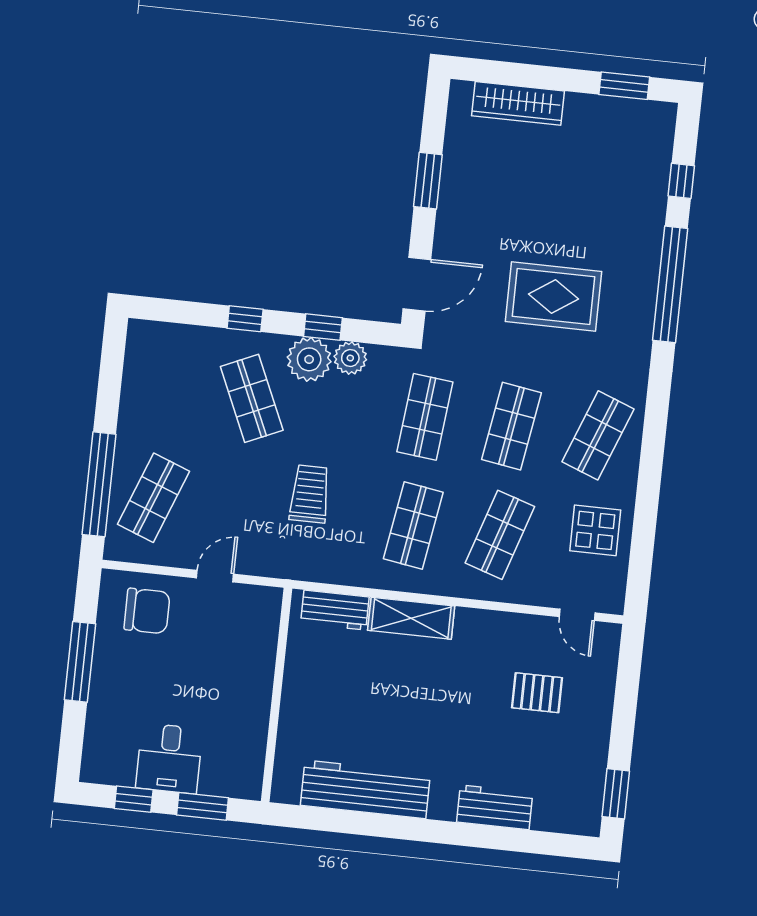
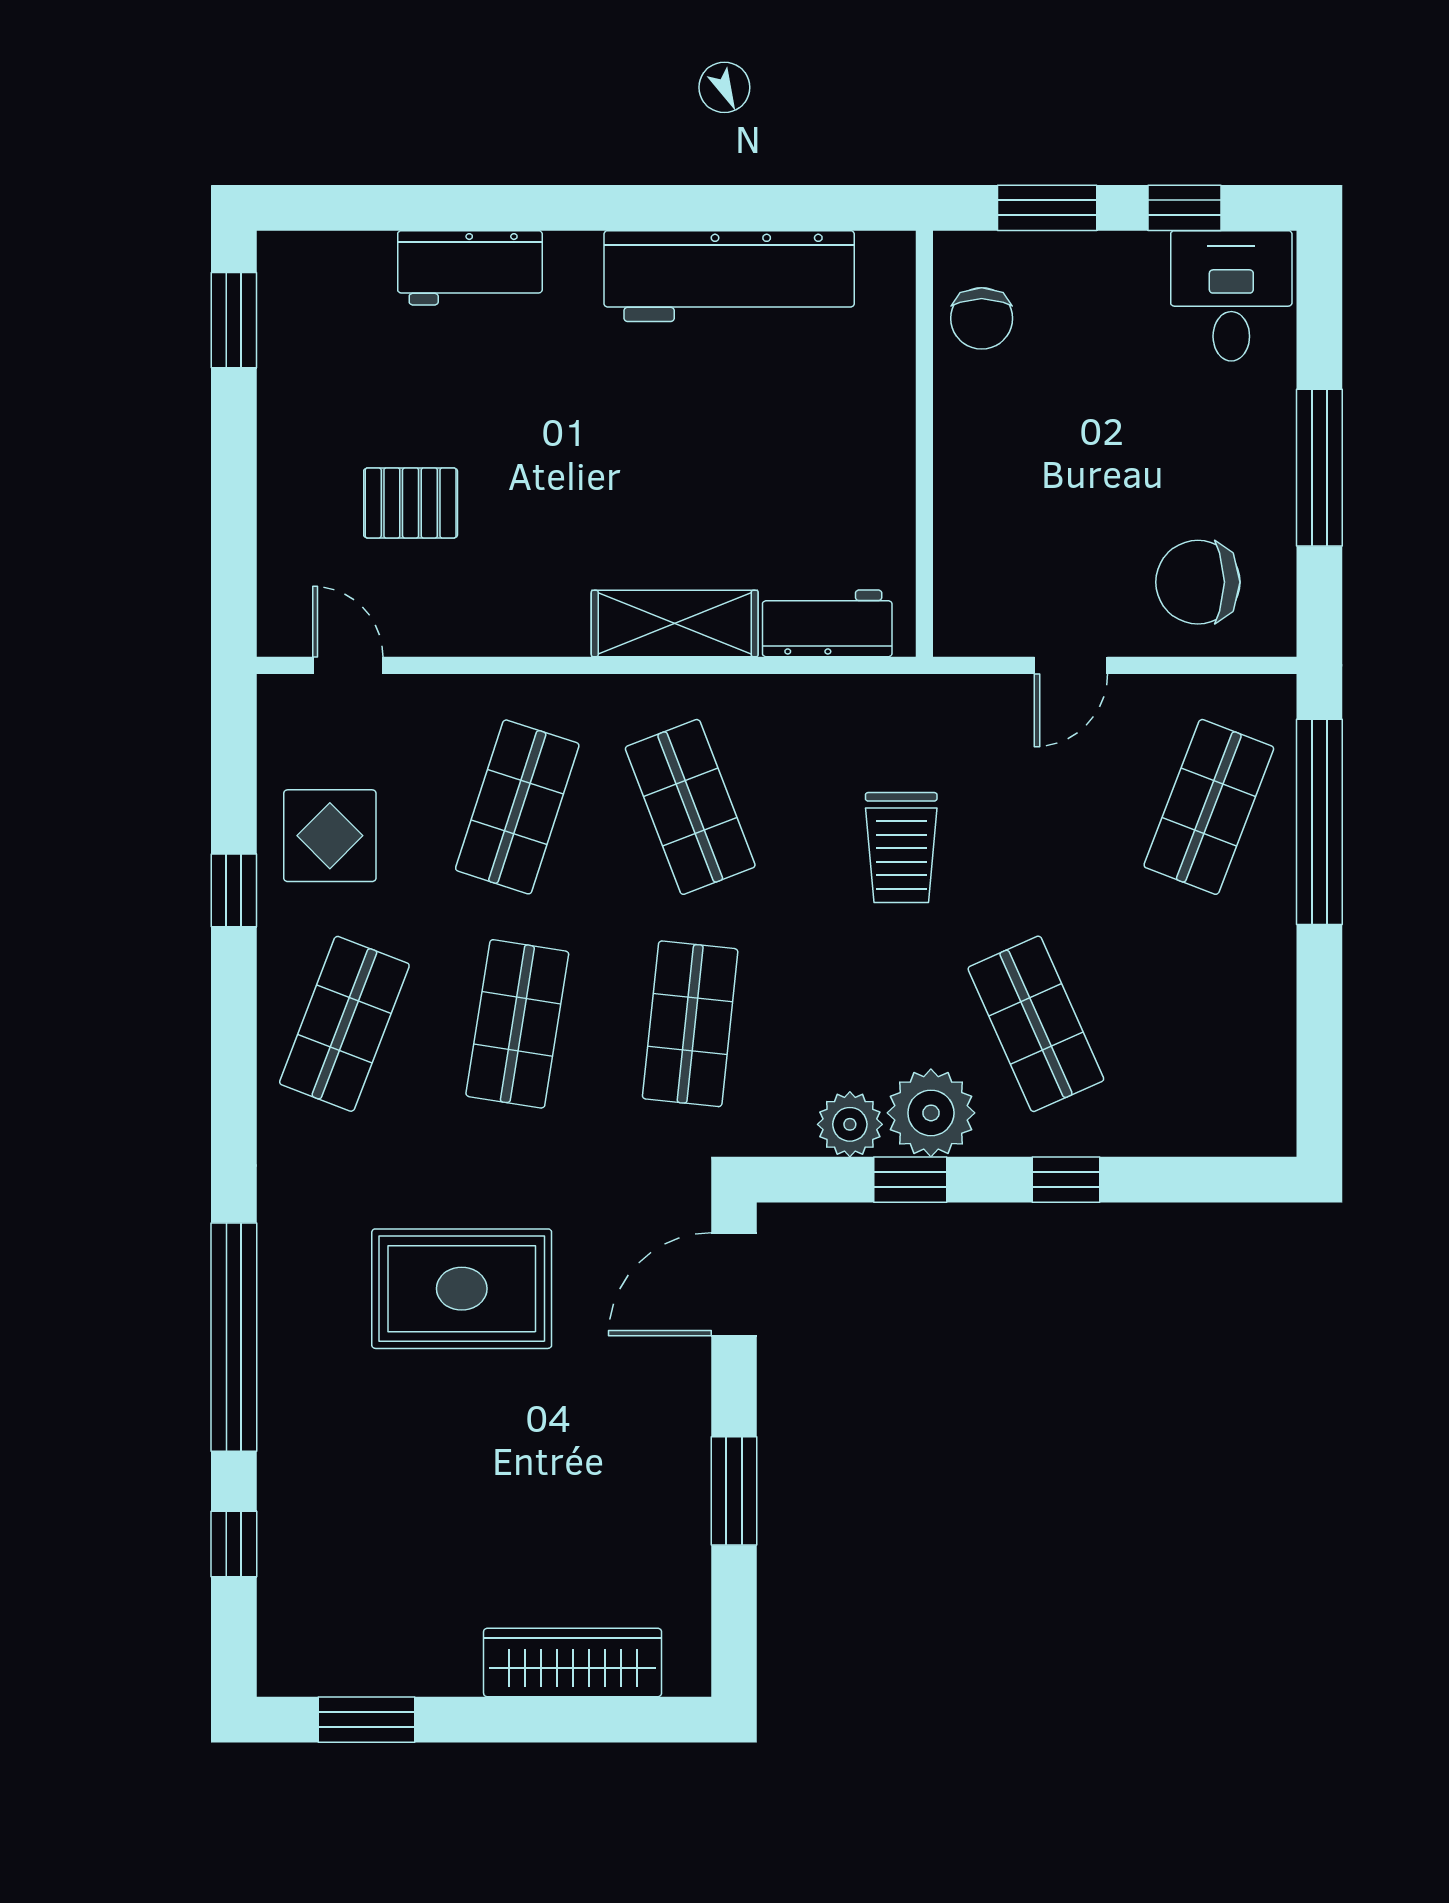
window: (646, 508) -> (234, 890), added
shop shelf: (413, 526) -> (690, 807), turned -30
chair: (241, 755) -> (982, 318), added
desk: (169, 758) -> (1231, 296), moved

